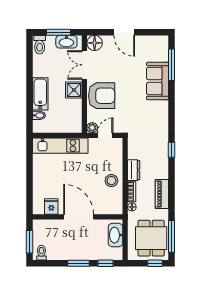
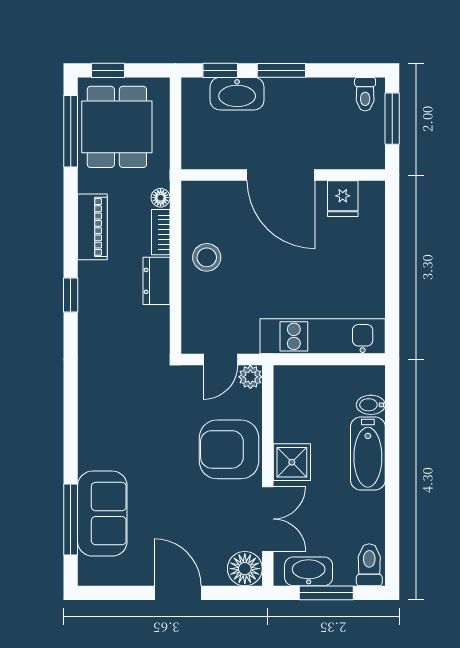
sofa: (158, 81) -> (102, 514), moved
window: (172, 150) -> (71, 295), moved
washbasin: (115, 235) -> (237, 94), moved, turned 90

